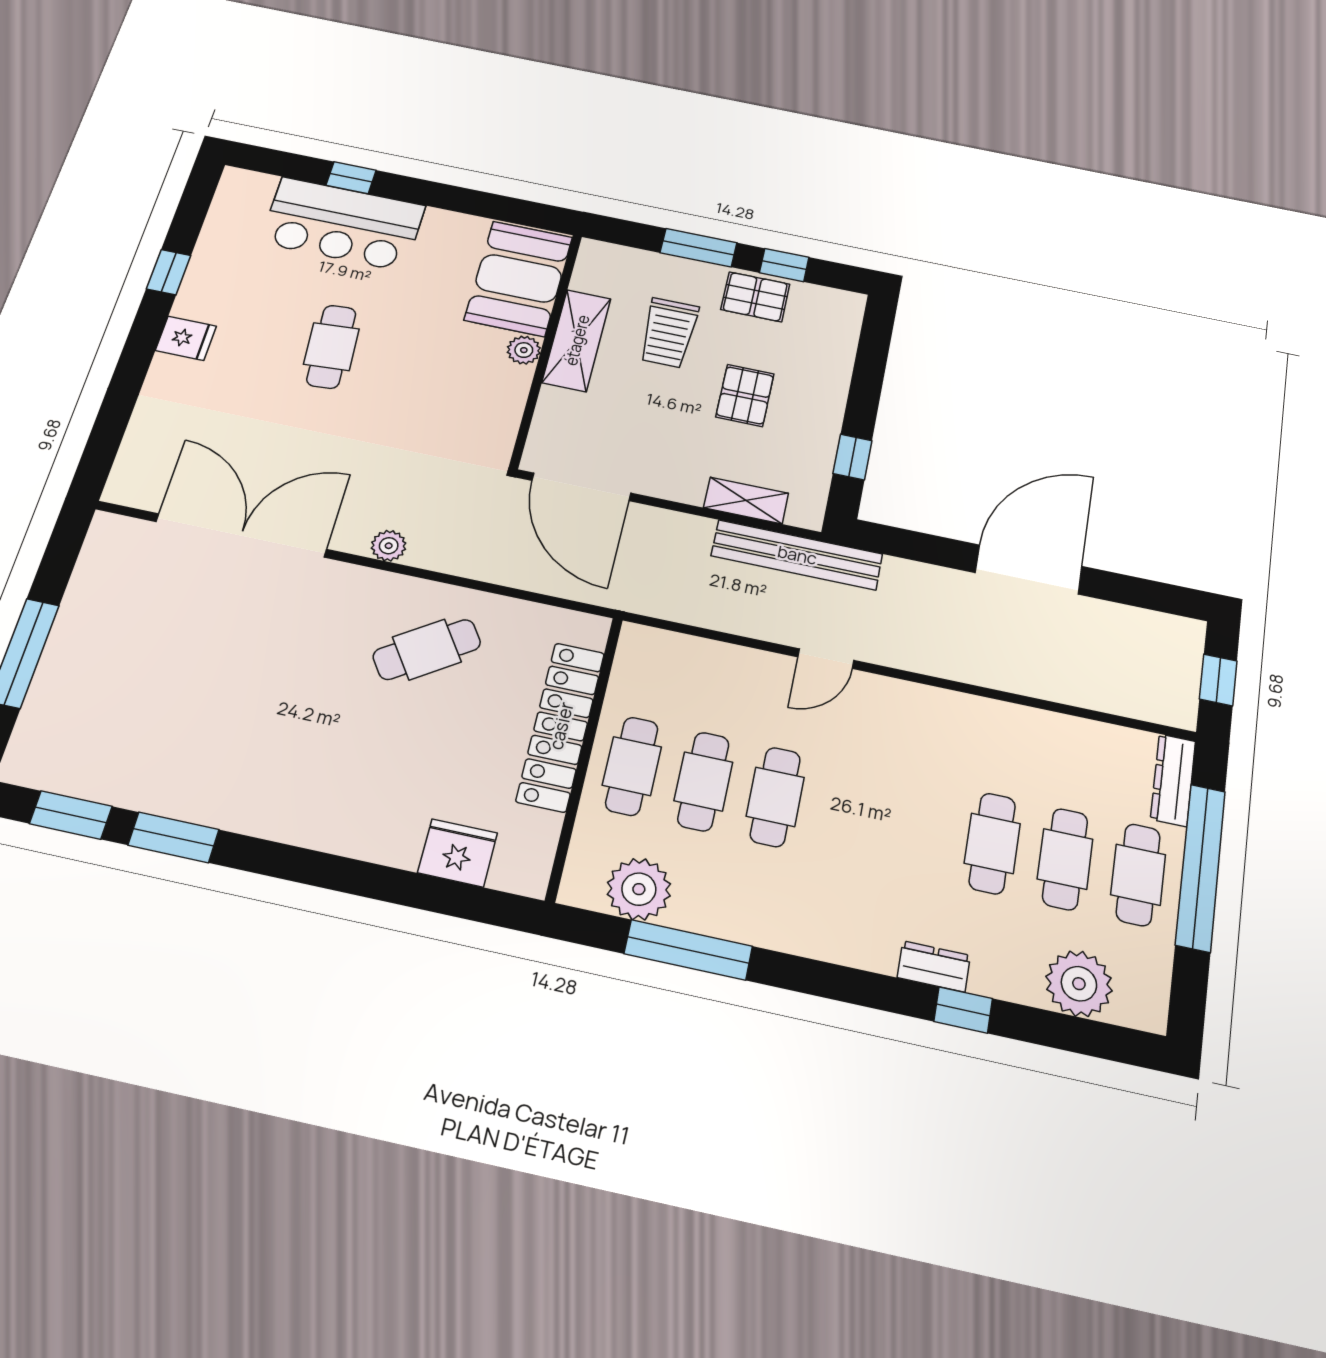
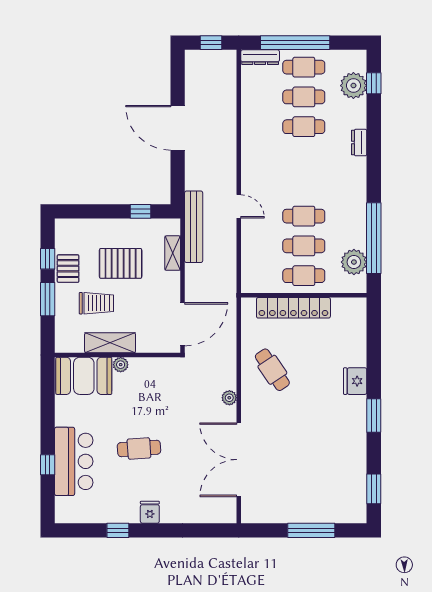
pallet: (745, 395) -> (121, 263), width x1.50, depth x1.42
window: (173, 837) -> (374, 415), moved
fridge: (458, 853) -> (355, 381), moved
window: (688, 950) -> (374, 238), width x1.46
window: (963, 1010) -> (374, 83), moved

